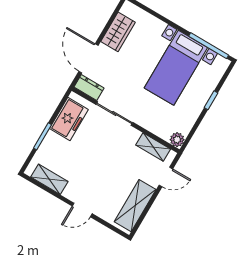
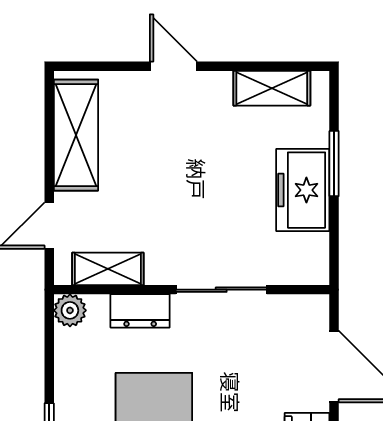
dresser: (89, 88) -> (140, 311), moved
freezer: (69, 119) -> (303, 190), moved
door: (82, 210) -> (174, 66), hinge flipped

